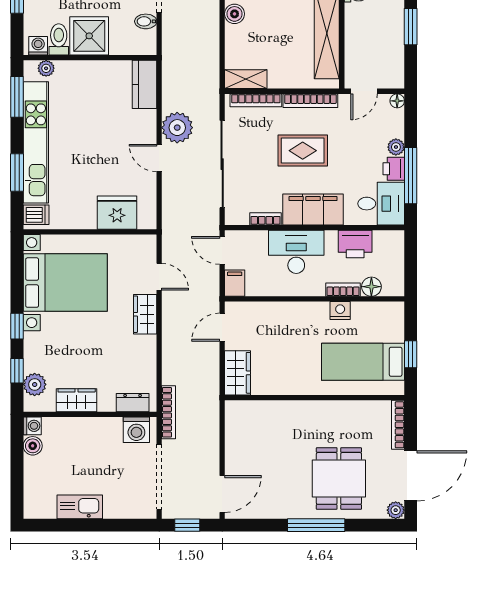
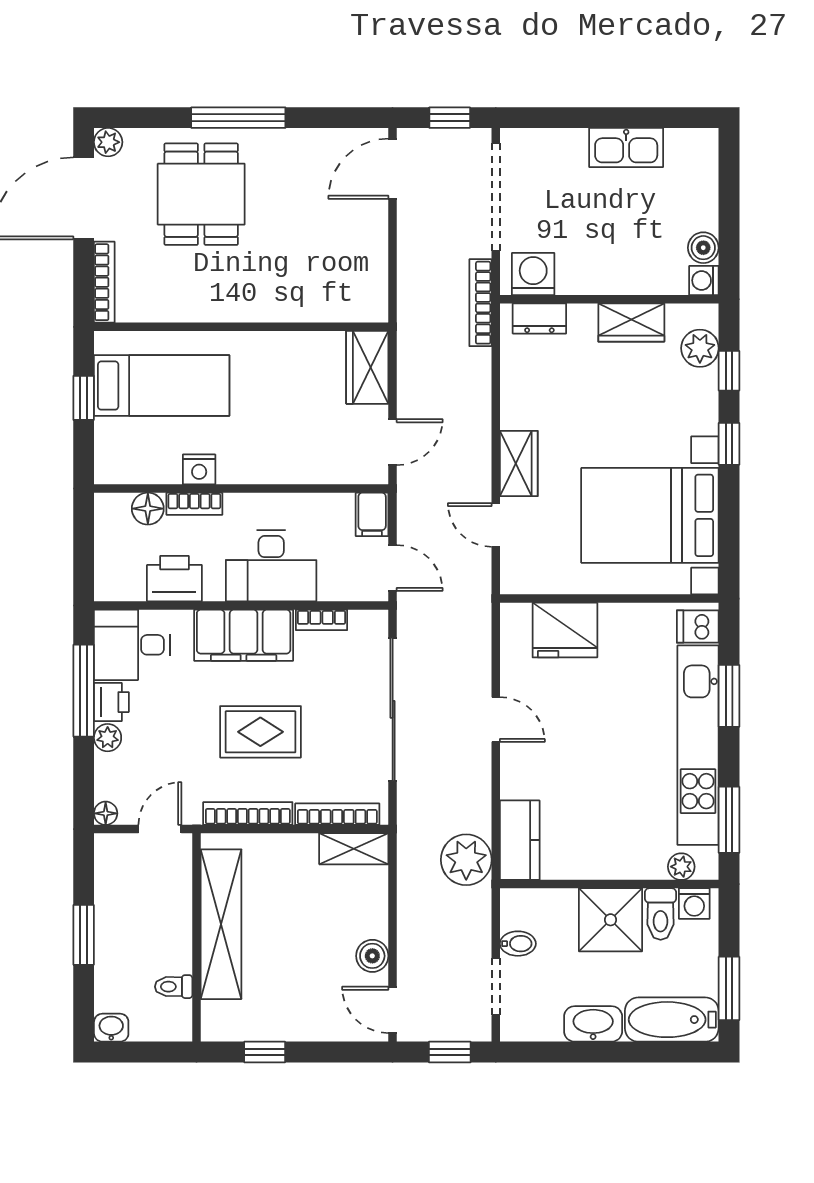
plant: (177, 128) -> (466, 860), moved

